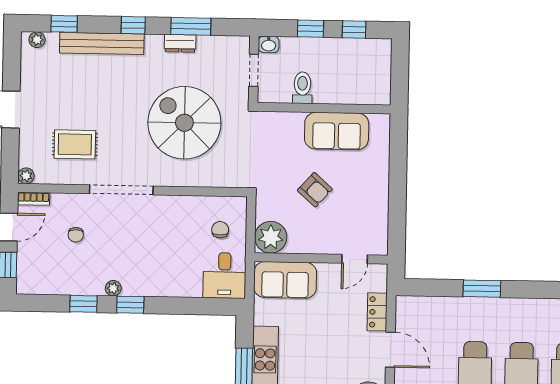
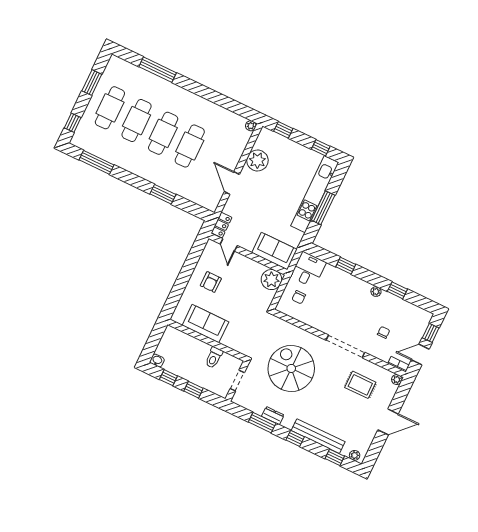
washbasin: (269, 44) -> (157, 361), moved
spiral stairs: (184, 123) -> (291, 368), turned 180
armchair: (315, 190) -> (211, 282), moved, turned -132
door: (355, 259) -> (229, 245), swing flipped
window: (130, 305) -> (346, 266), moved
locker: (377, 312) -> (222, 225), moved

